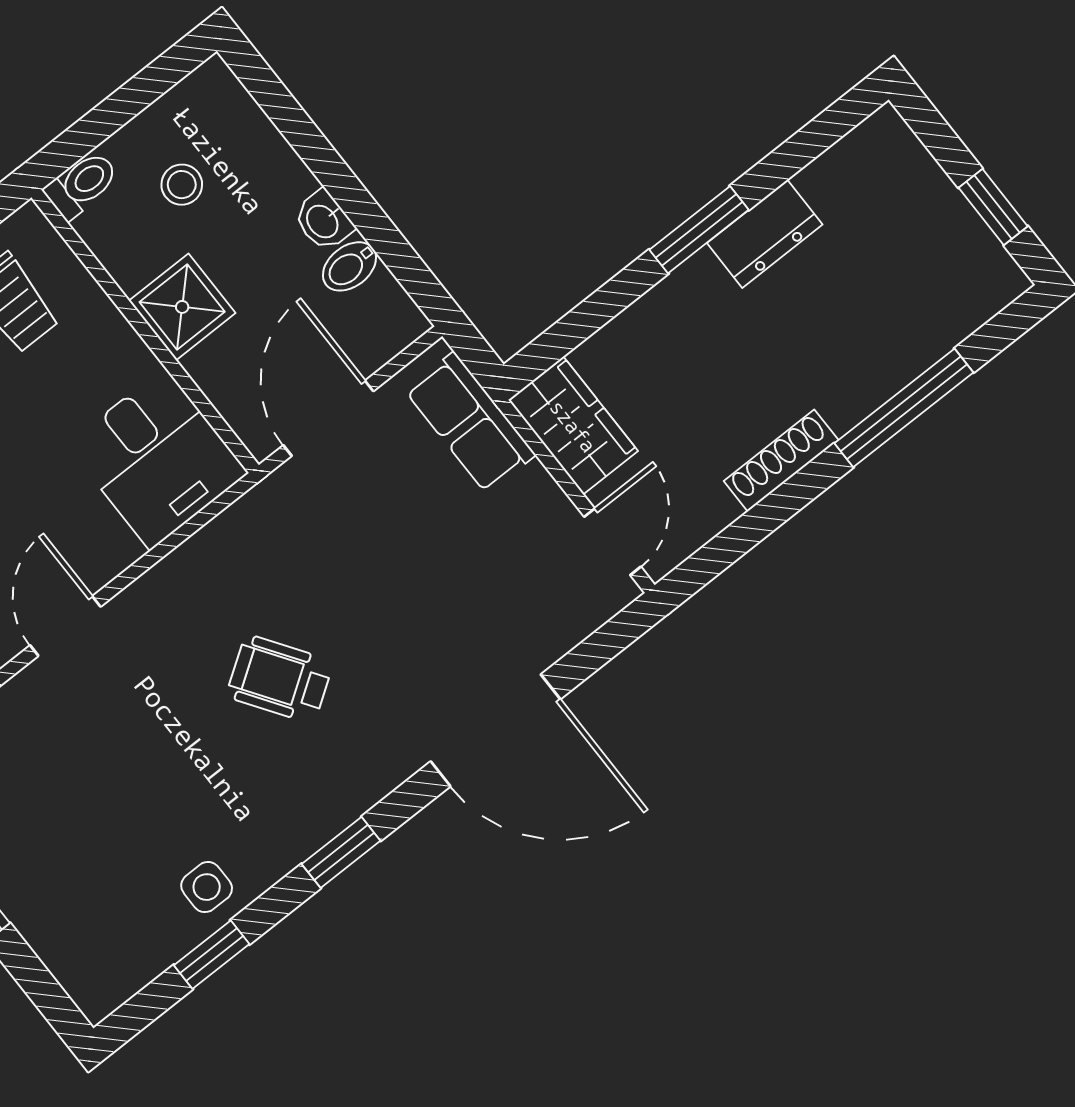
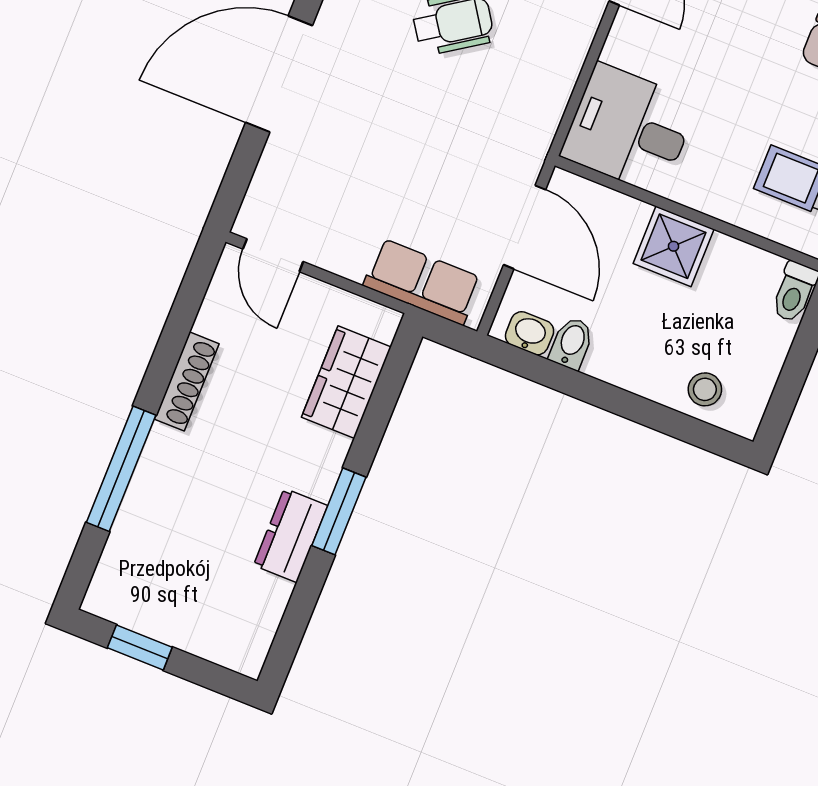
stool: (182, 185) -> (705, 389), moved
washbasin: (323, 221) -> (530, 333), moved
wardrobe: (573, 426) -> (346, 382), moved, turned 90

